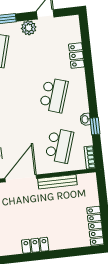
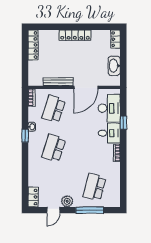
locker: (76, 56) -> (33, 197), moved
window: (95, 126) -> (25, 136), moved
locker: (35, 245) -> (75, 35), width x1.53

